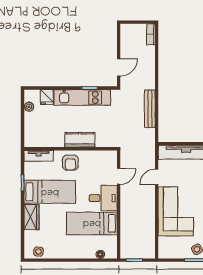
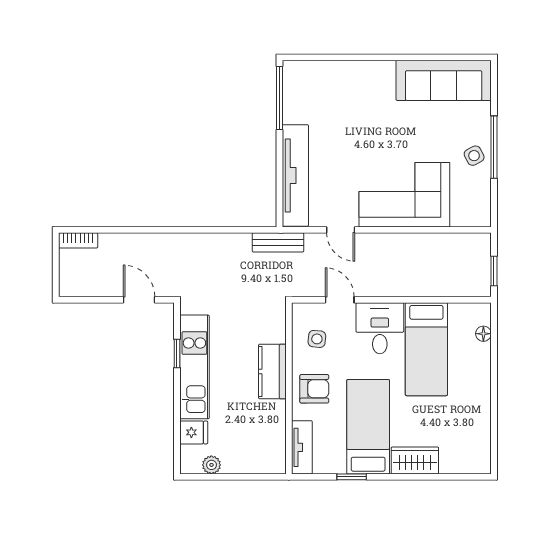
bench: (150, 109) -> (278, 242), moved, width x0.73
side table: (38, 252) -> (317, 339), moved

